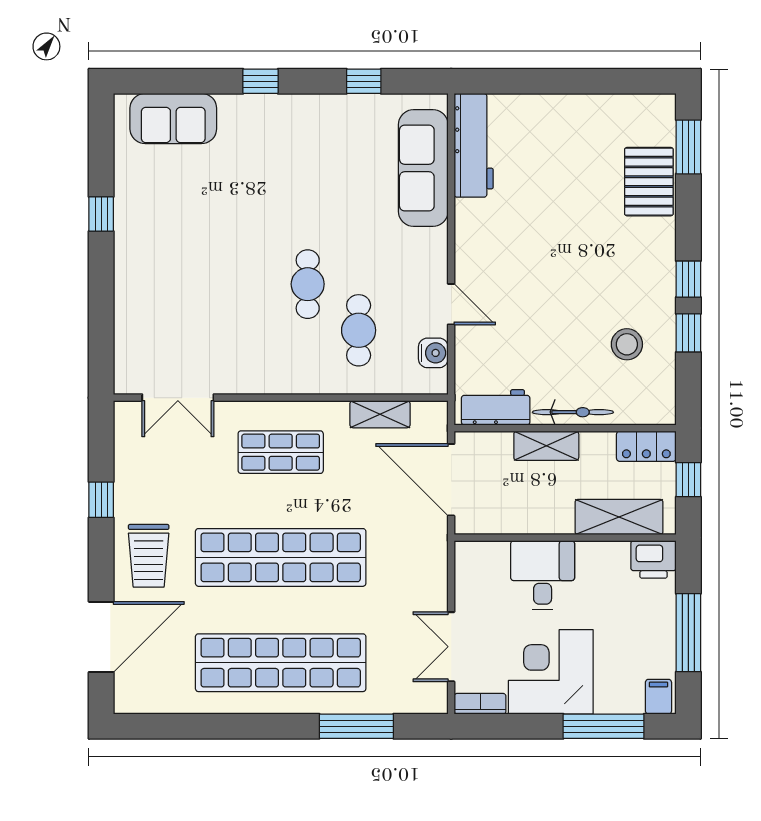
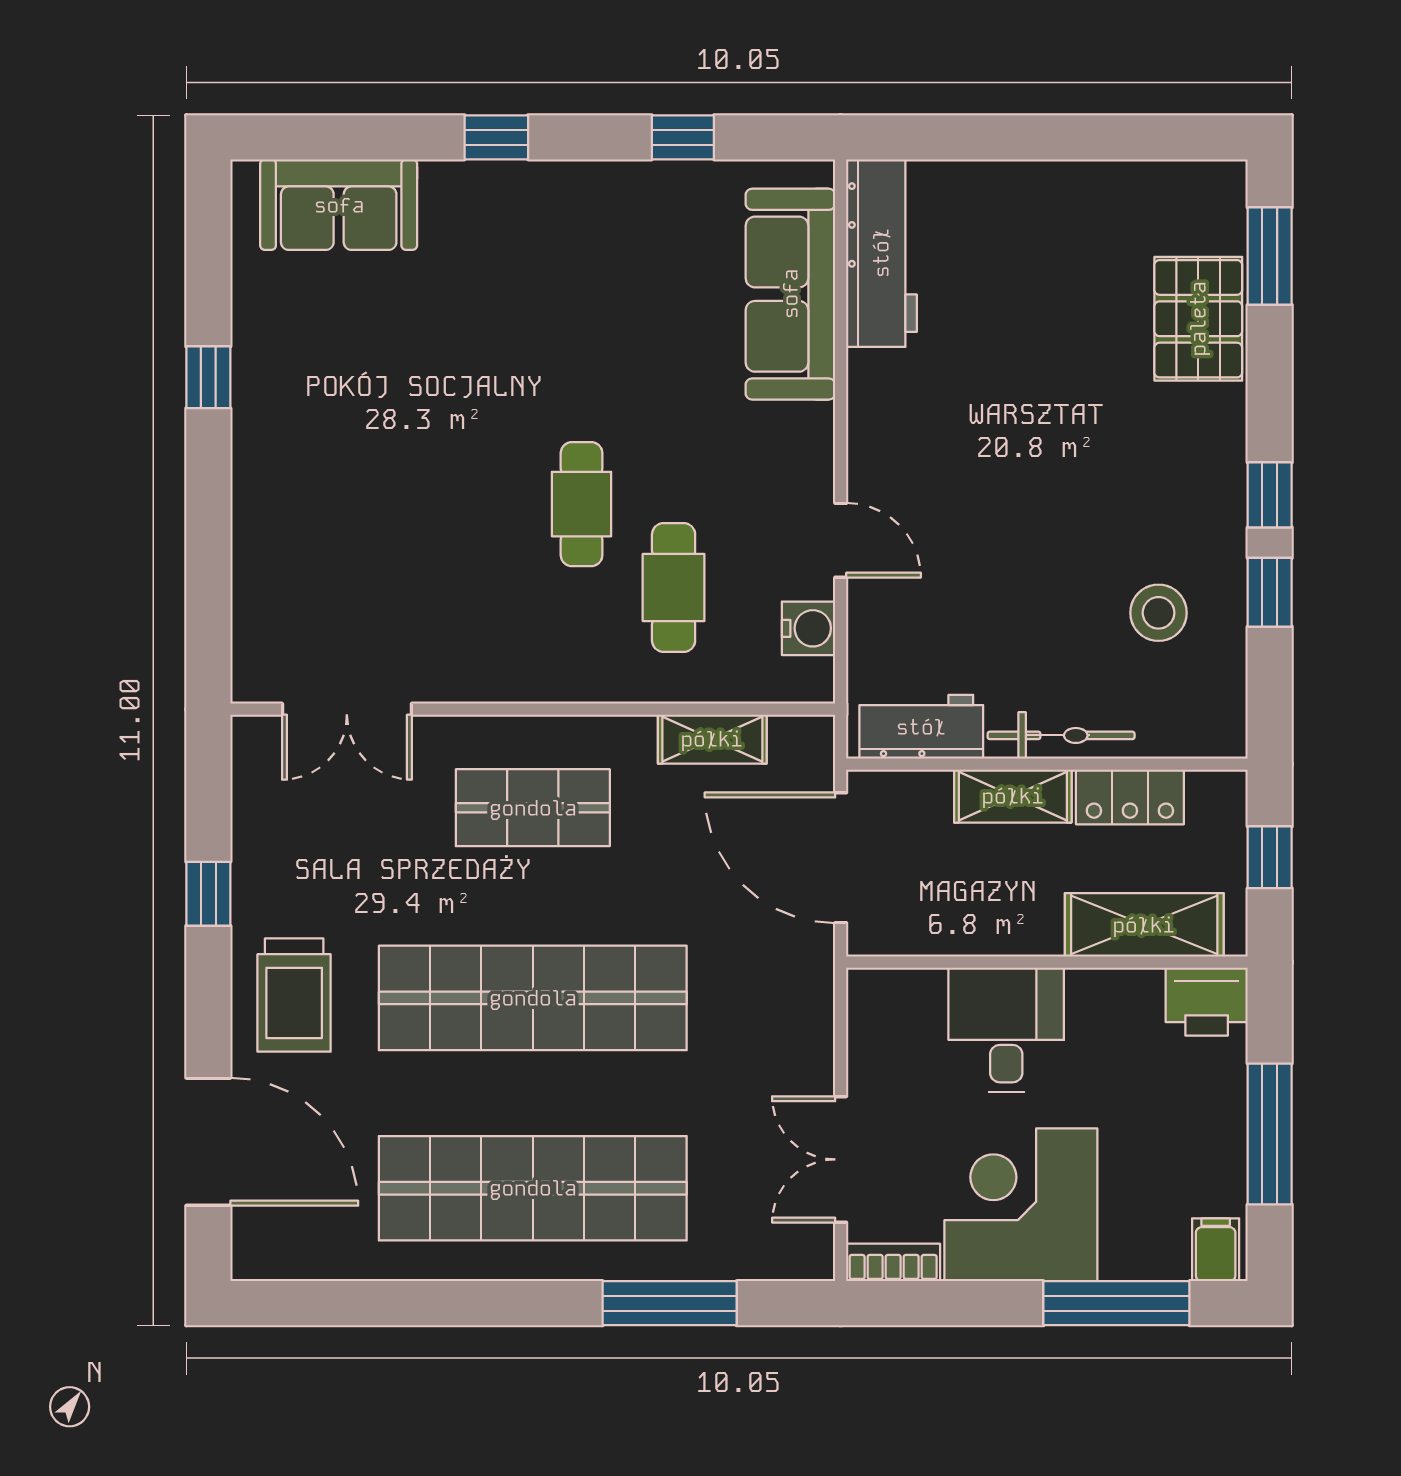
locker: (646, 446) -> (1130, 797), moved
door: (101, 637) -> (208, 1142), hinge flipped

